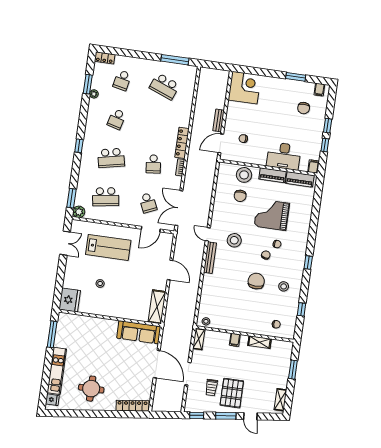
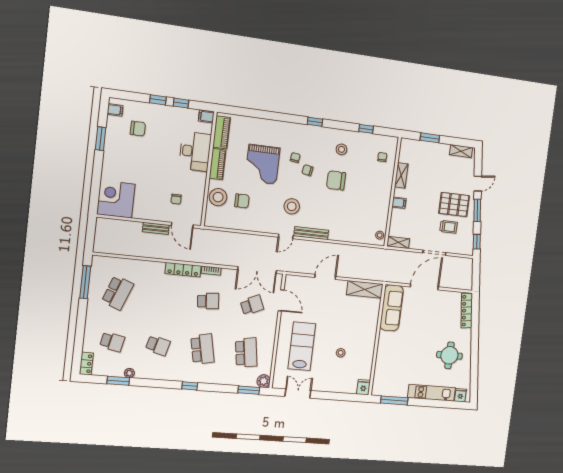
fridge: (70, 300) -> (363, 387), width x0.53, depth x0.75

